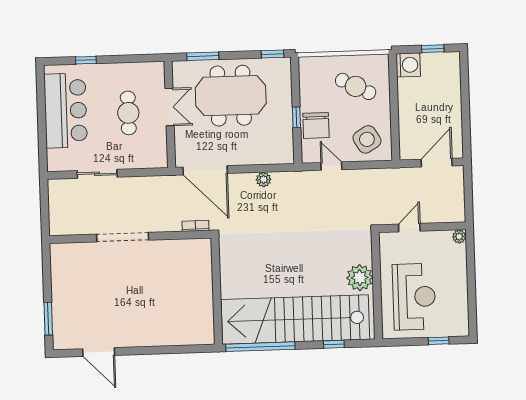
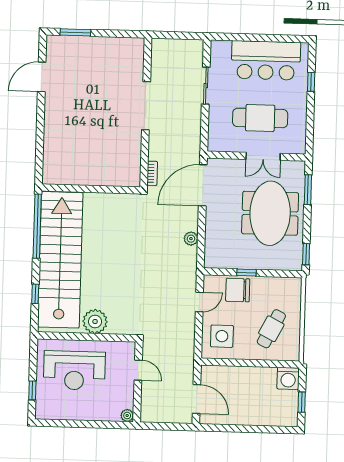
cafe table: (128, 113) -> (260, 118), width x1.37, depth x1.35
side table: (367, 139) -> (222, 336), turned 31

